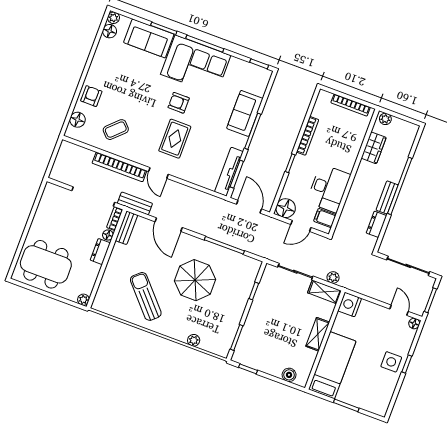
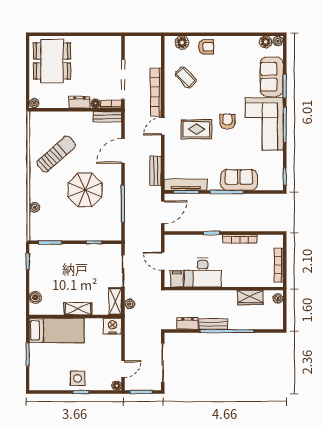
bench: (135, 203) -> (156, 171), moved
floor lamp: (286, 208) -> (173, 243), removed

